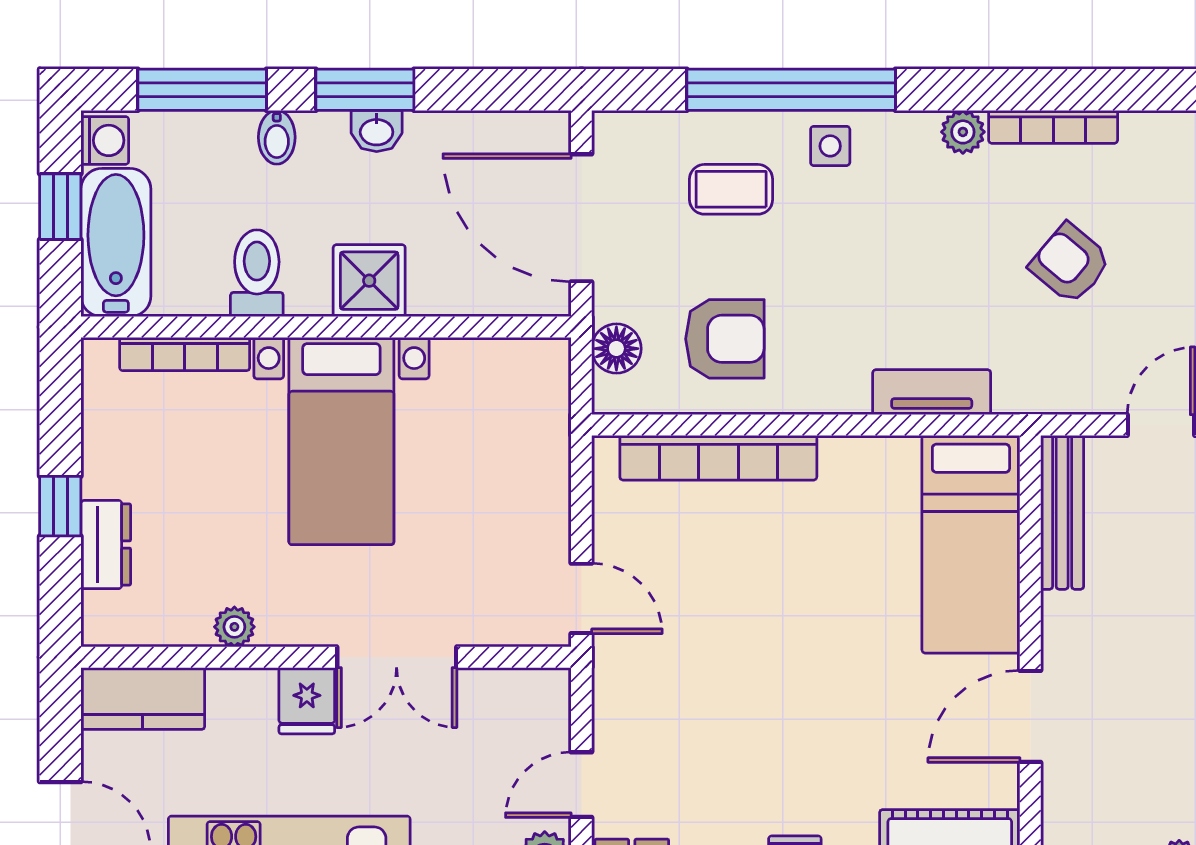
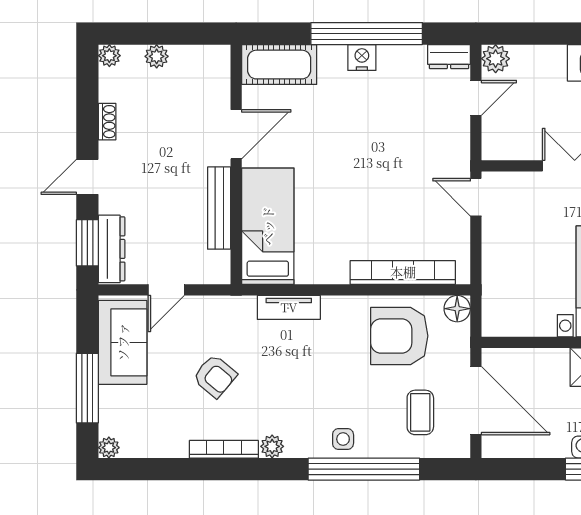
coffee table: (731, 189) -> (420, 412), moved, turned 90
armchair: (725, 339) -> (399, 336), width x1.36, depth x1.36
floor lamp: (616, 349) -> (457, 309), moved
bench: (1062, 512) -> (219, 208), moved

